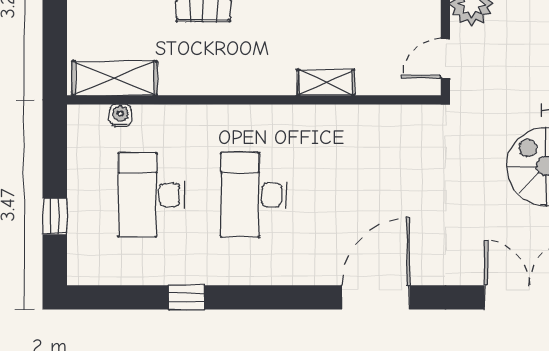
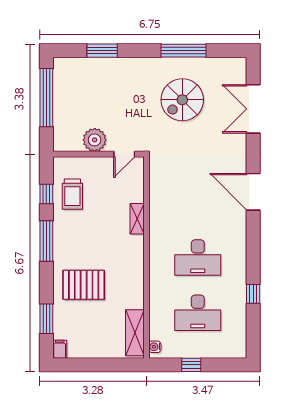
door: (445, 59) -> (124, 154), hinge flipped
water cooler: (120, 115) -> (155, 347), moved
window: (55, 216) -> (191, 365), moved

